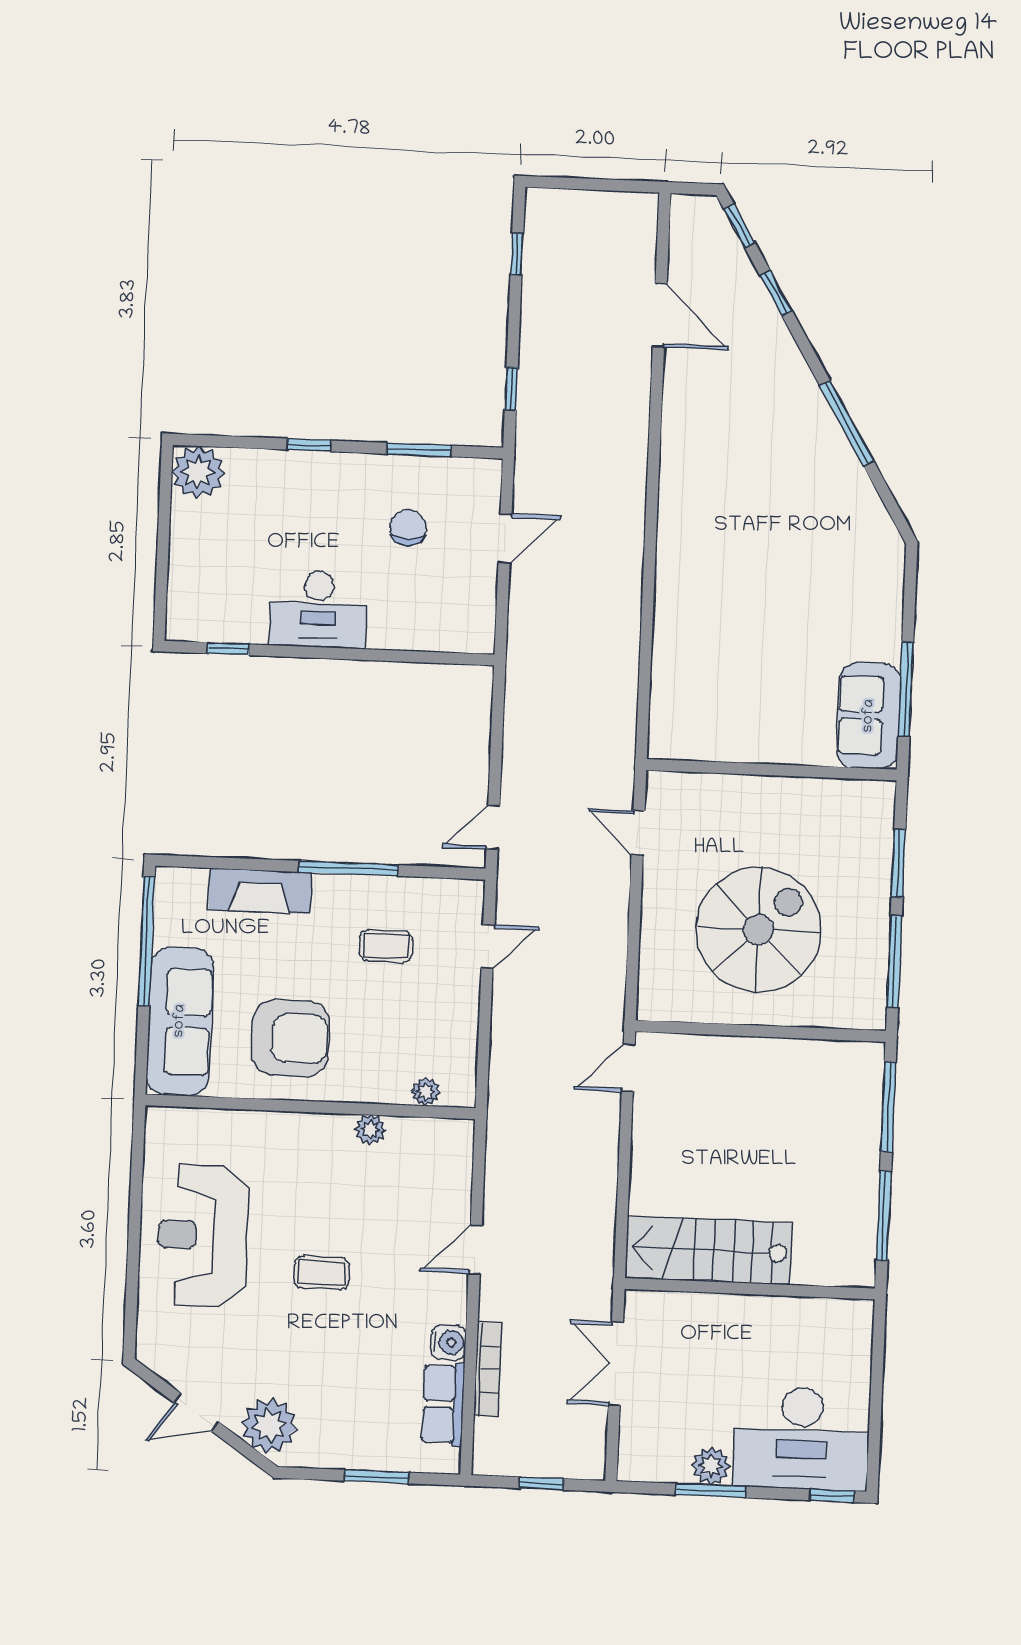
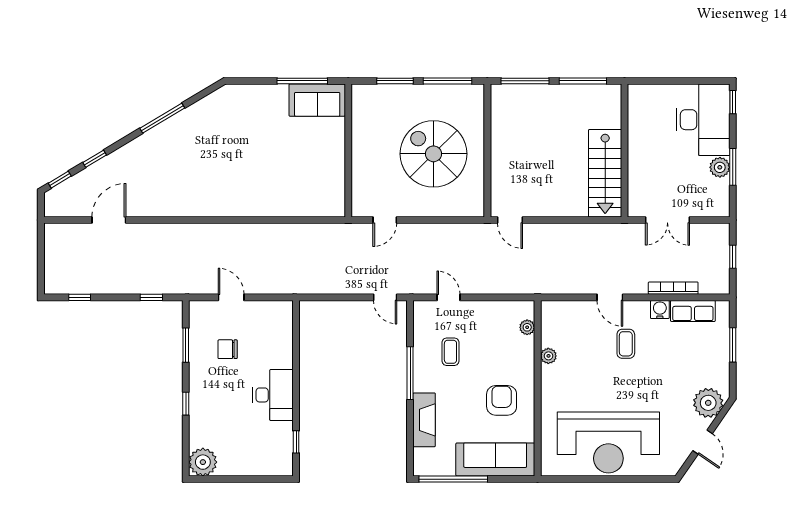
armchair: (290, 1038) -> (502, 400), width x0.73, depth x0.73
reception desk: (203, 1235) -> (608, 442), width x1.36, depth x1.30
coffee table: (322, 1273) -> (626, 344), moved

